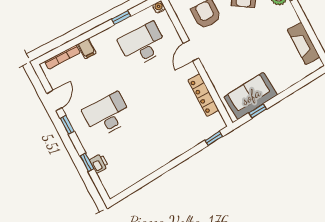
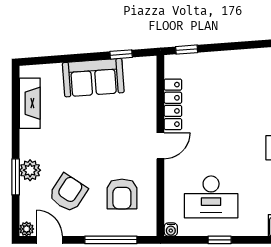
door: (191, 51) -> (160, 146), moved
sofa: (251, 96) -> (93, 78), moved

